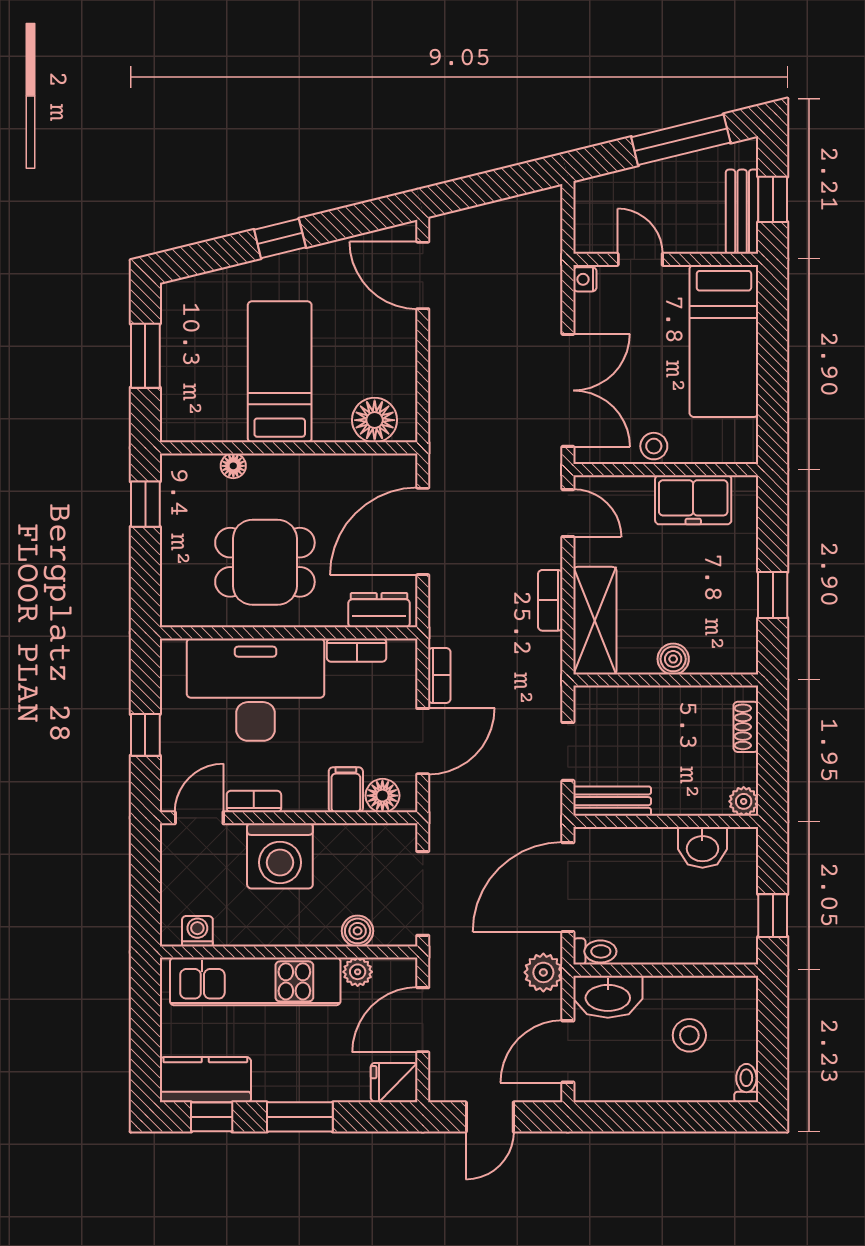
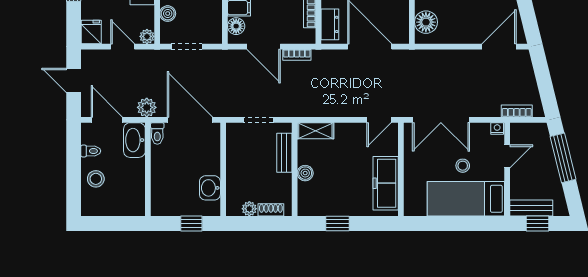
window: (681, 140) -> (563, 158), moved
stool: (654, 446) -> (463, 166), moved
freezer: (693, 500) -> (386, 183), width x1.40
bookcase: (550, 600) -> (517, 111), moved
shelving: (595, 621) -> (315, 131), width x0.67, depth x0.75
bench: (612, 801) -> (284, 153), moved
plant: (744, 801) -> (249, 209), moved
doorway: (423, 893) -> (187, 47), width x0.73
window: (773, 916) -> (191, 223), moved
plant: (358, 972) -> (147, 36), moved
door: (423, 1020) -> (123, 47), width x0.73
stool: (689, 1035) -> (96, 179), moved
toilet: (746, 1083) -> (91, 151), moved

